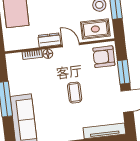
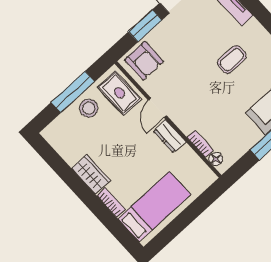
floor lamp: (48, 54) -> (216, 159), moved
coffee table: (75, 93) -> (232, 60), moved

